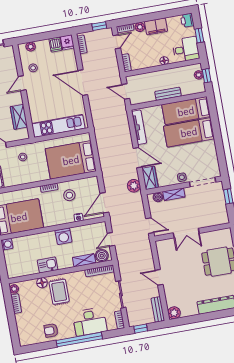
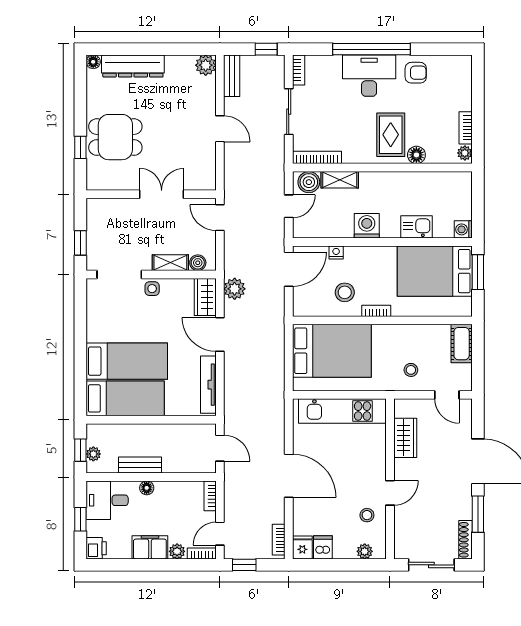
bench: (168, 94) -> (140, 465), moved
kitchen sink: (48, 265) -> (417, 227), moved, turned 180
desk: (90, 322) -> (369, 76), moved

